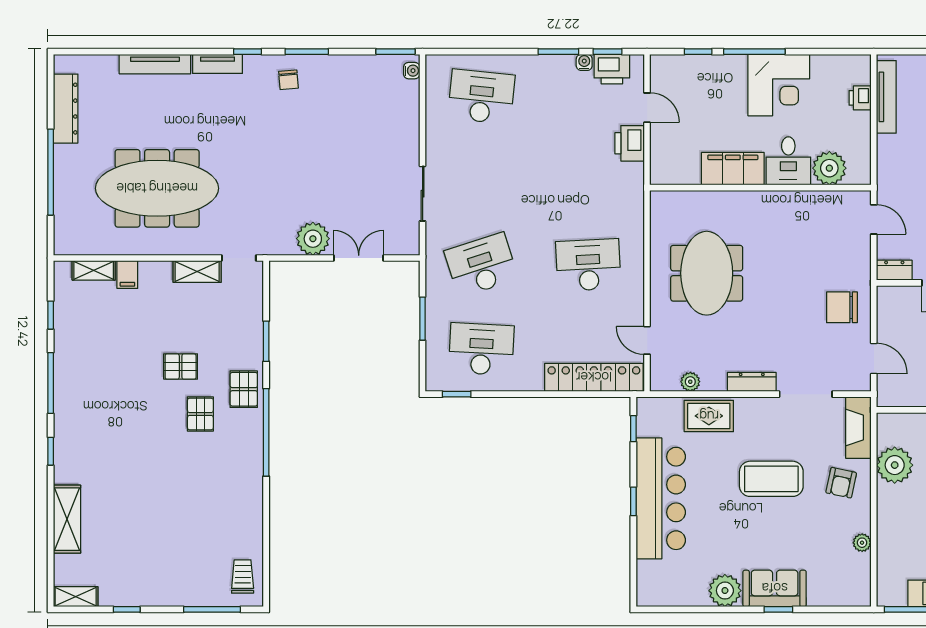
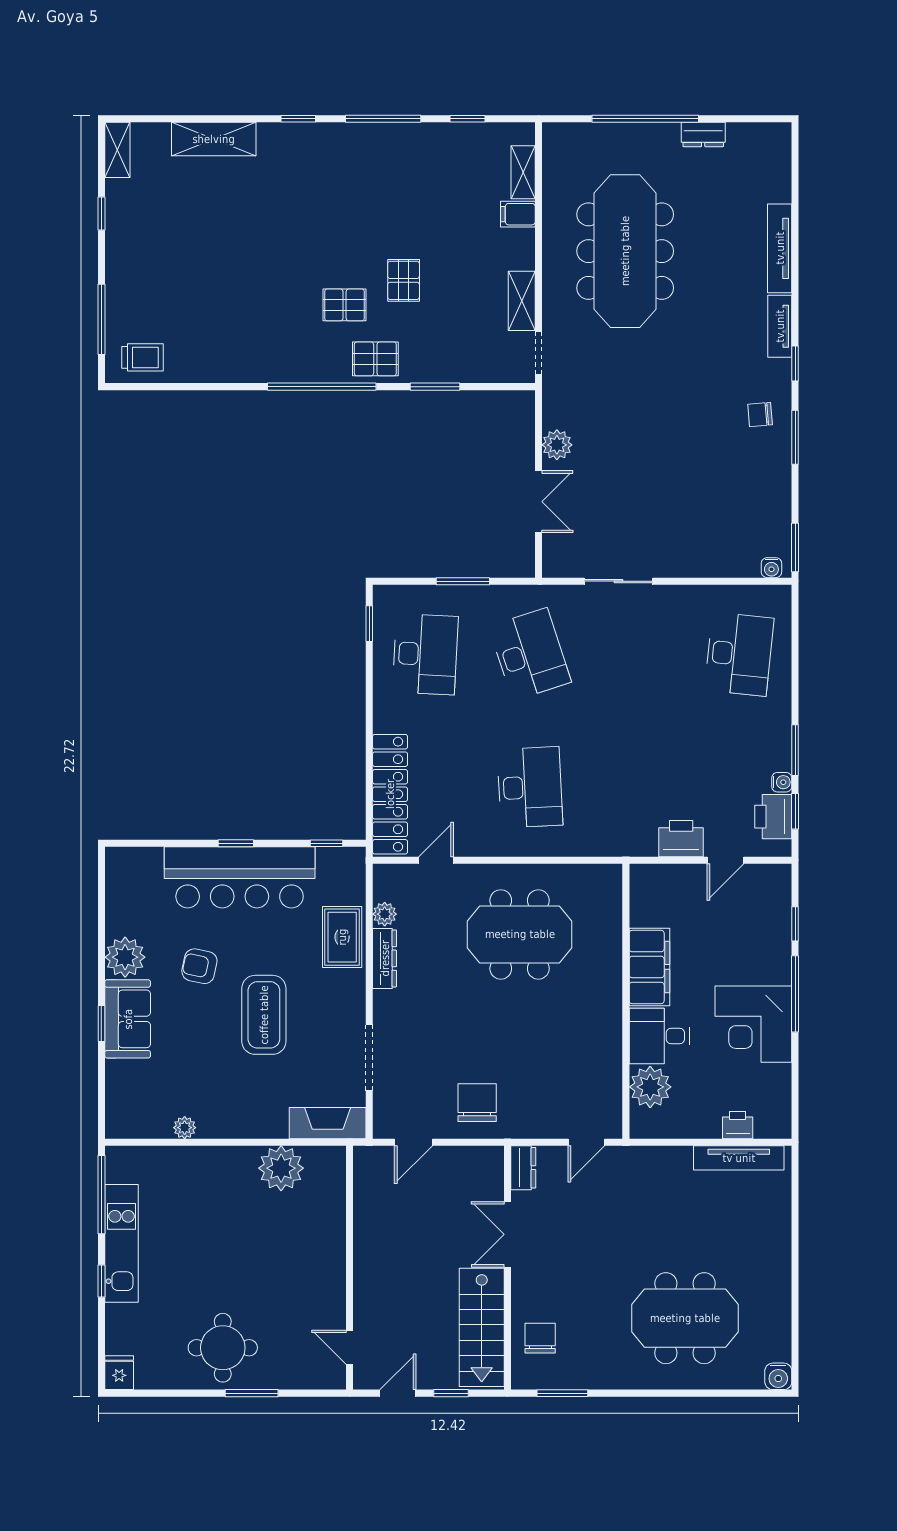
dresser: (66, 109) -> (703, 134), width x0.51, depth x0.80
plant: (313, 239) -> (557, 445), width x0.73, depth x0.73
dresser: (752, 382) -> (385, 958), moved
armchair: (841, 483) -> (199, 966), moved

